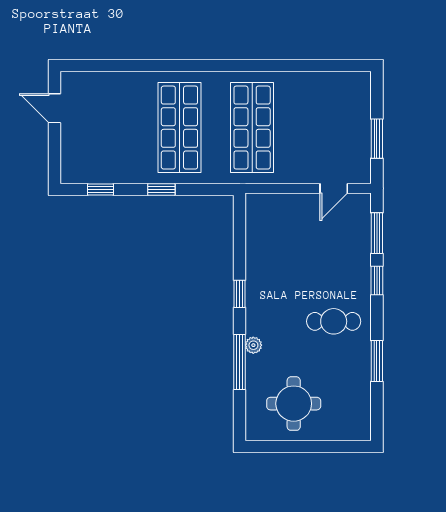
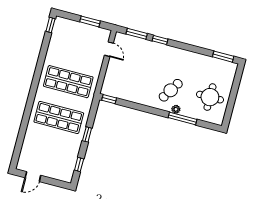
window: (350, 66) -> (50, 25), added
window: (239, 294) -> (109, 99), moved
cafe table: (334, 321) -> (171, 90), moved, turned 32
window: (377, 361) -> (223, 57), moved

